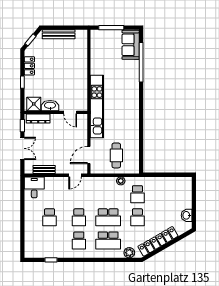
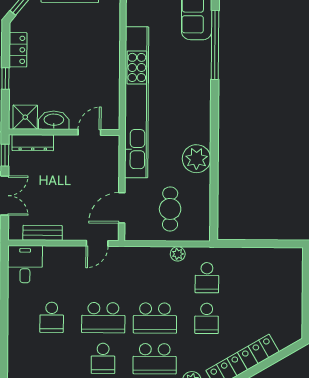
kitchen unit: (97, 106) -> (137, 102), width x1.36
door: (70, 112) -> (89, 132), swing flipped
plant: (131, 127) -> (197, 159), added
washbasin: (187, 215) -> (293, 315), removed
school desk: (79, 217) -> (103, 318), width x1.85

